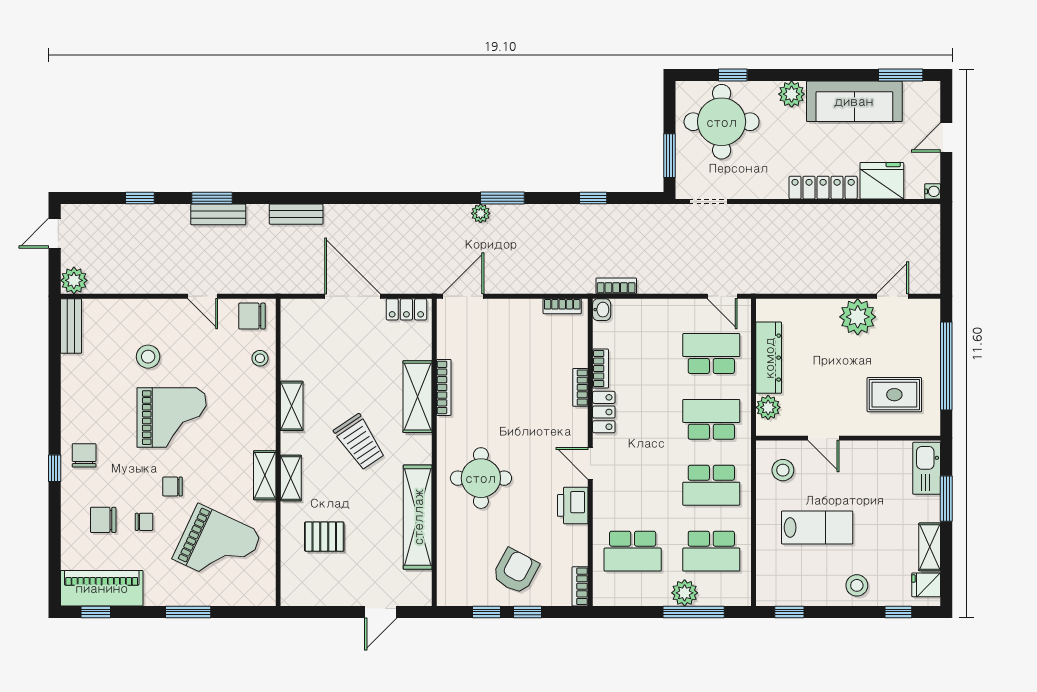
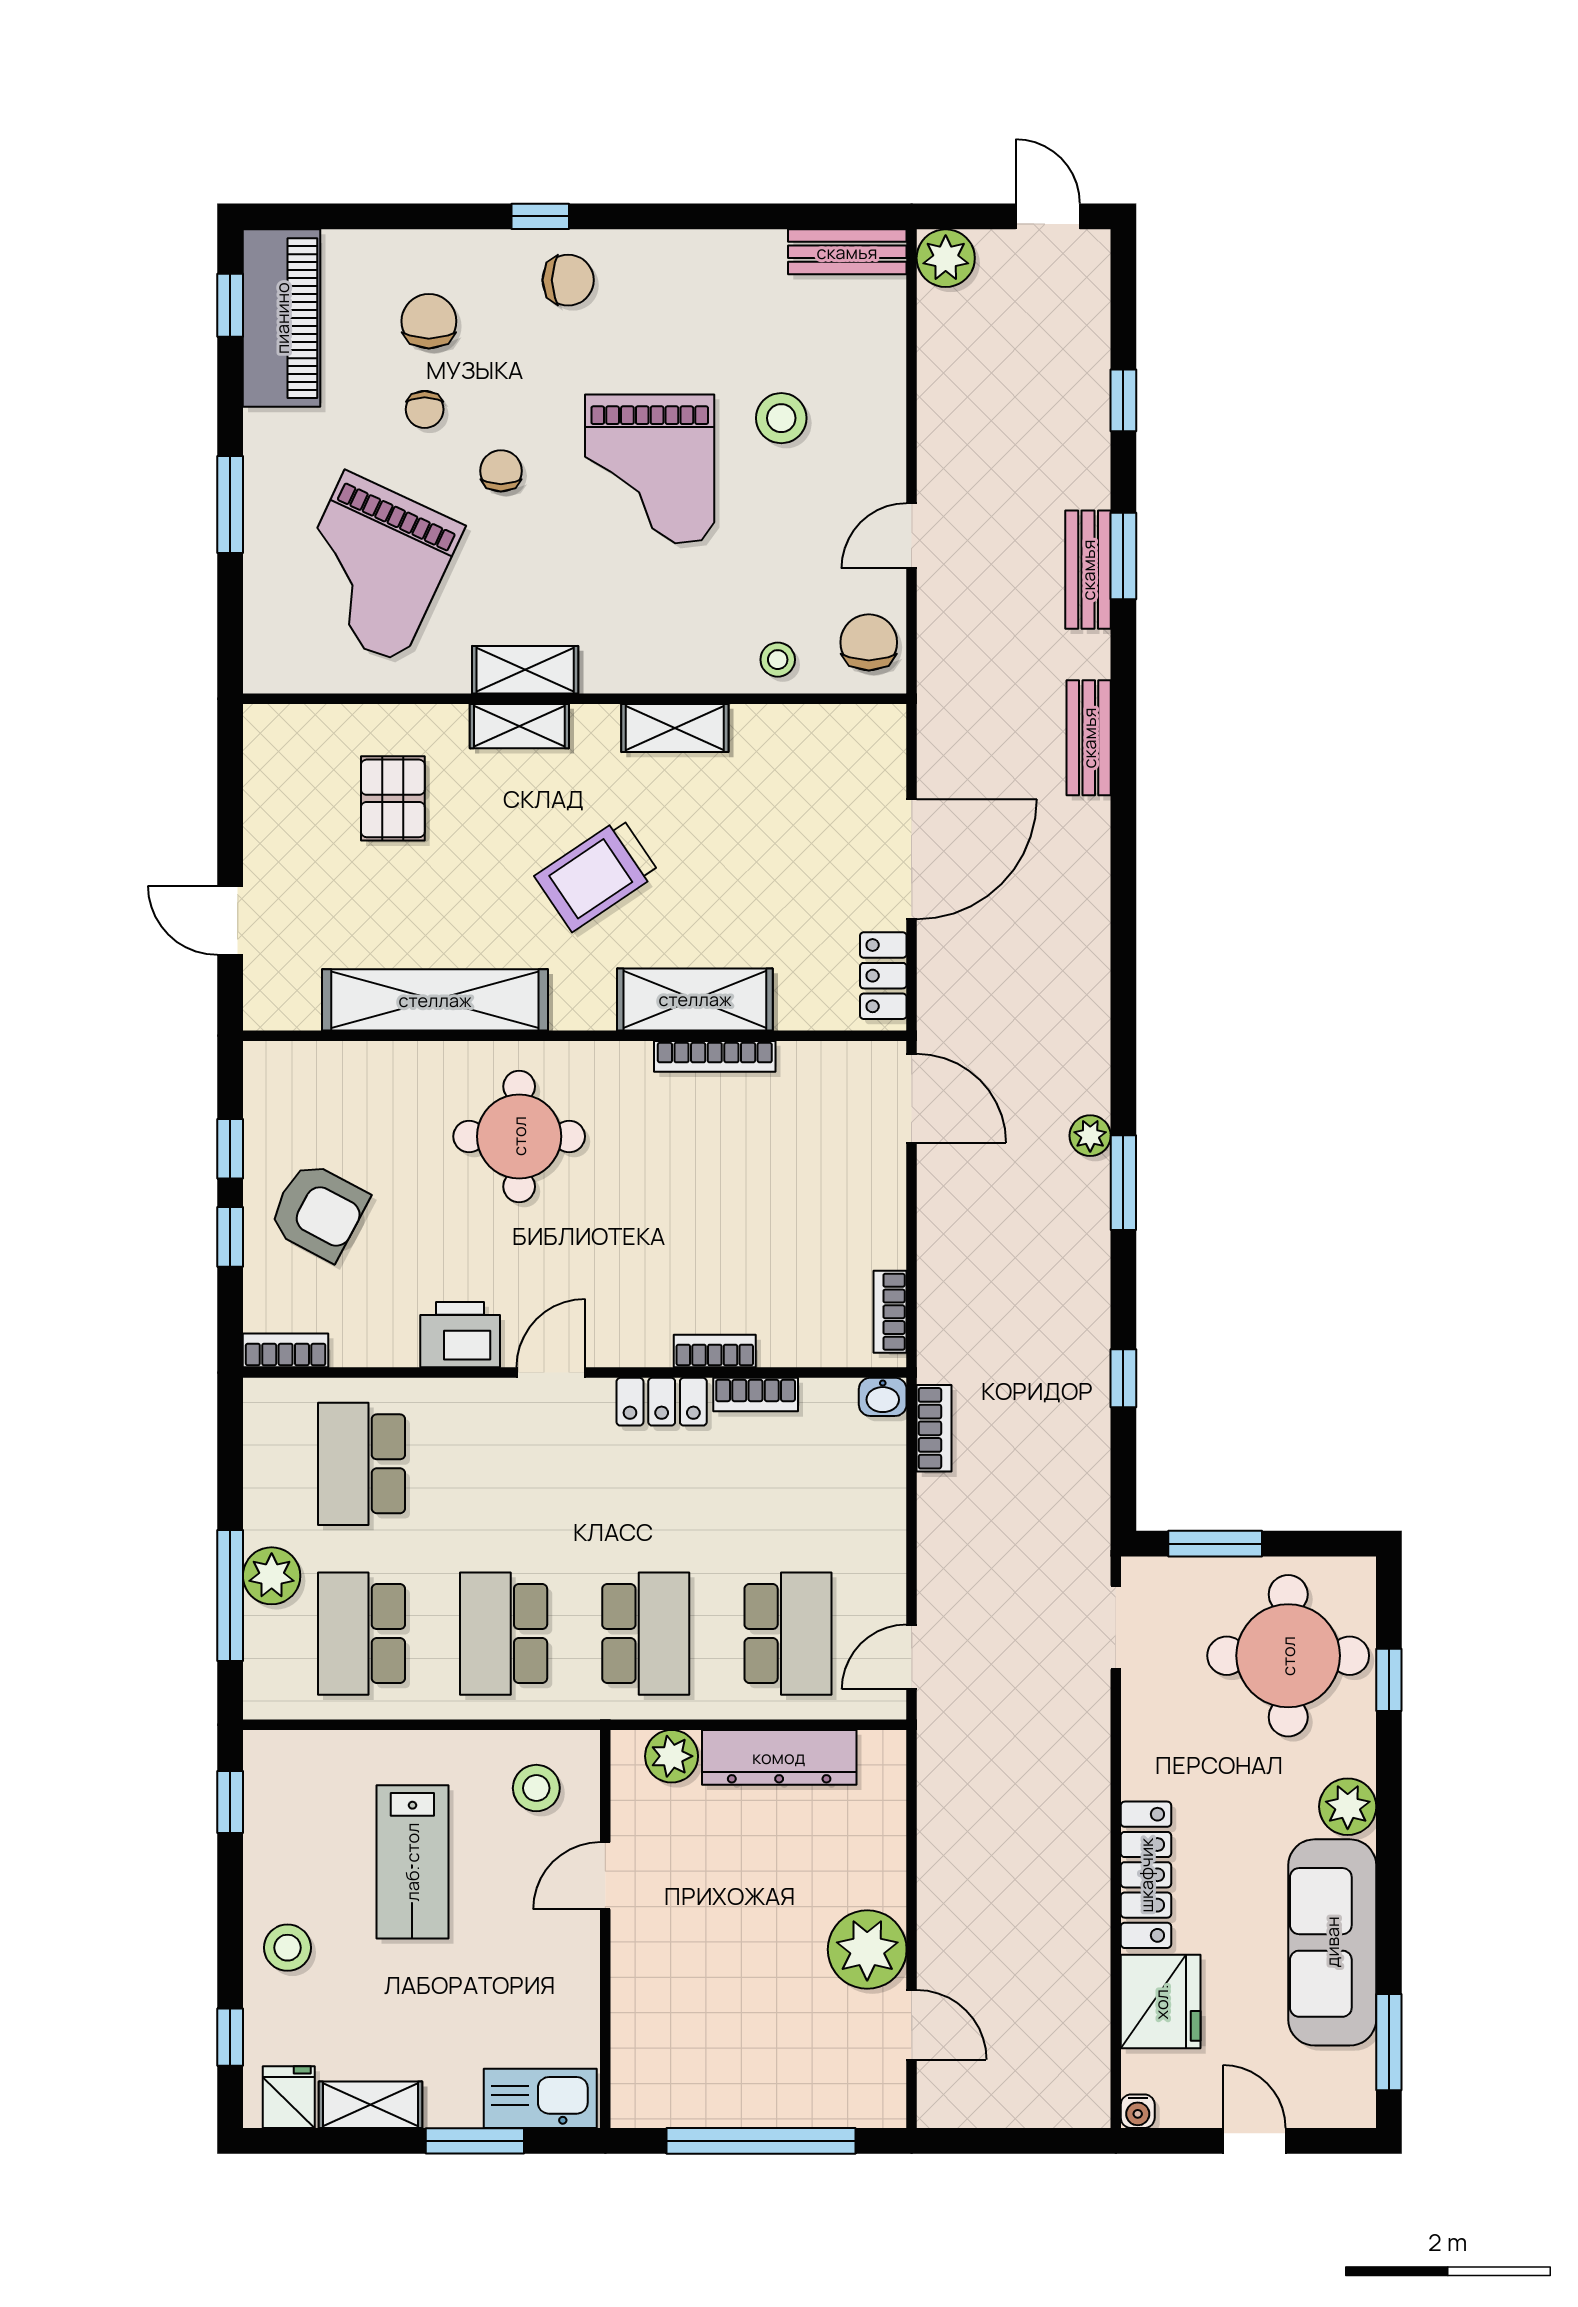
rug: (894, 395) -> (699, 2029), removed

